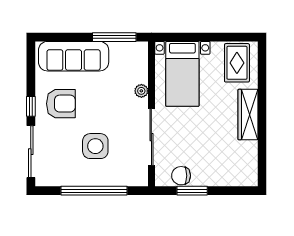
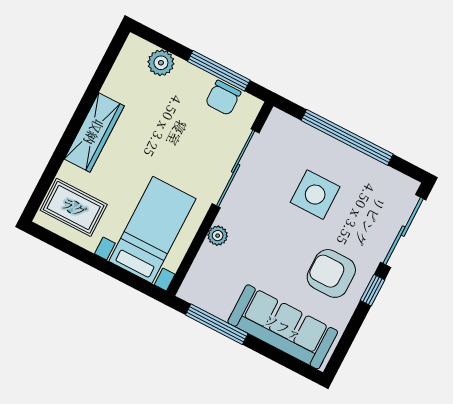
rug: (237, 63) -> (74, 207), turned 90
chair: (181, 176) -> (223, 98), turned 90
plant: (230, 177) -> (161, 63), added
window: (192, 191) -> (219, 71), width x1.44

